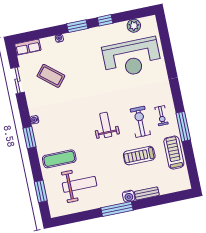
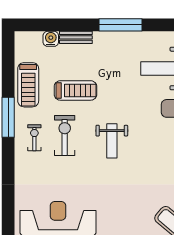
exercise bike: (140, 122) -> (65, 135), turned 180
water cooler: (129, 196) -> (51, 39), moved

